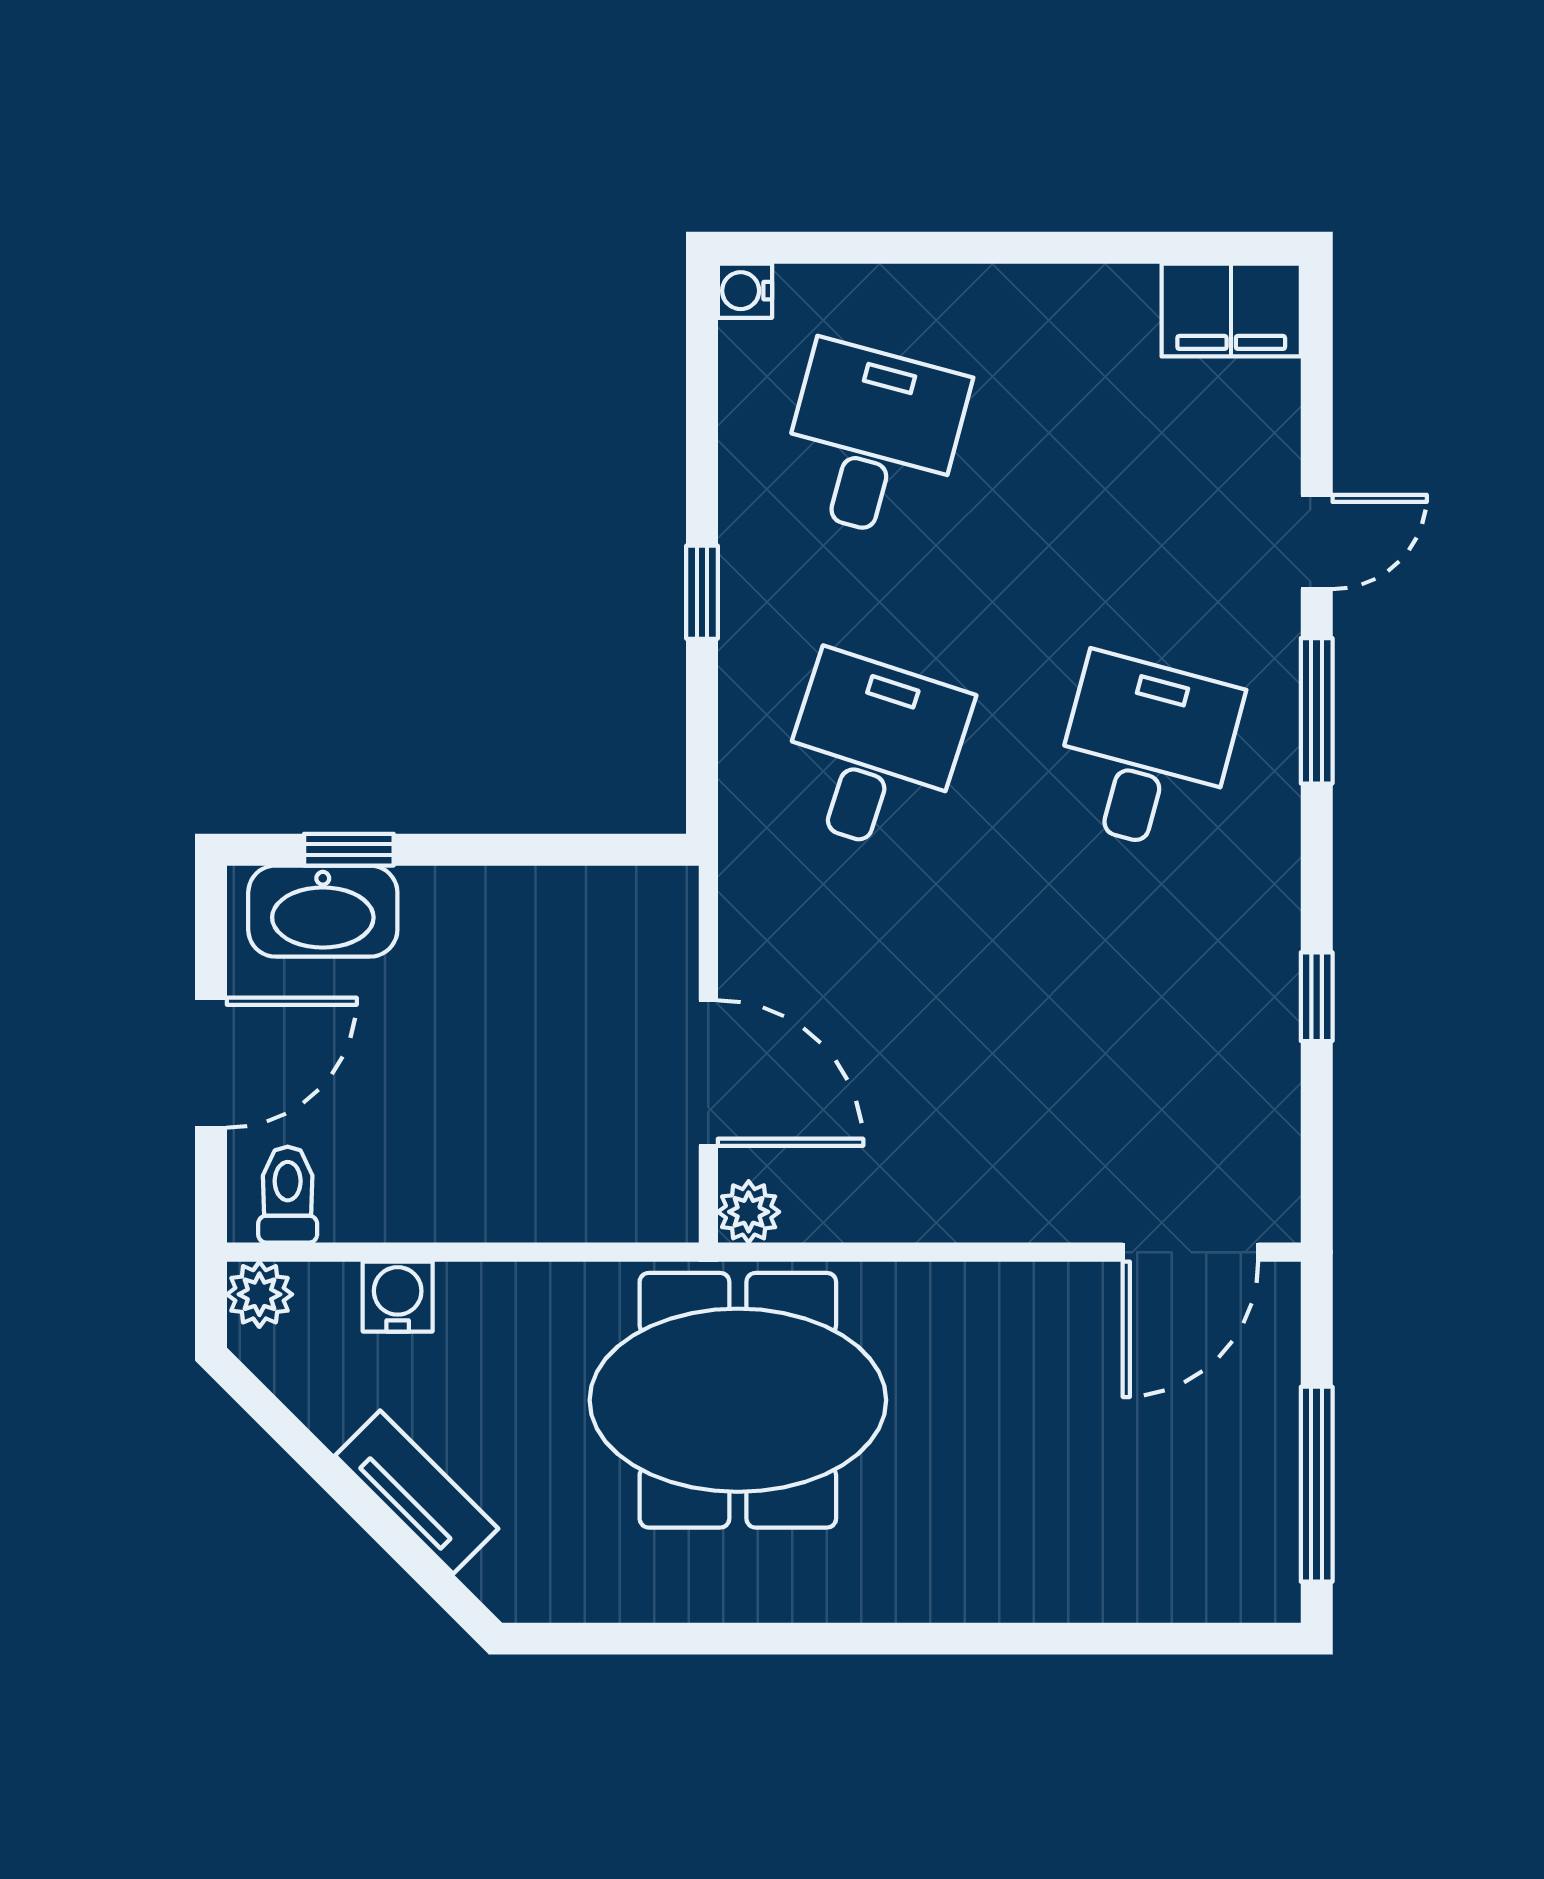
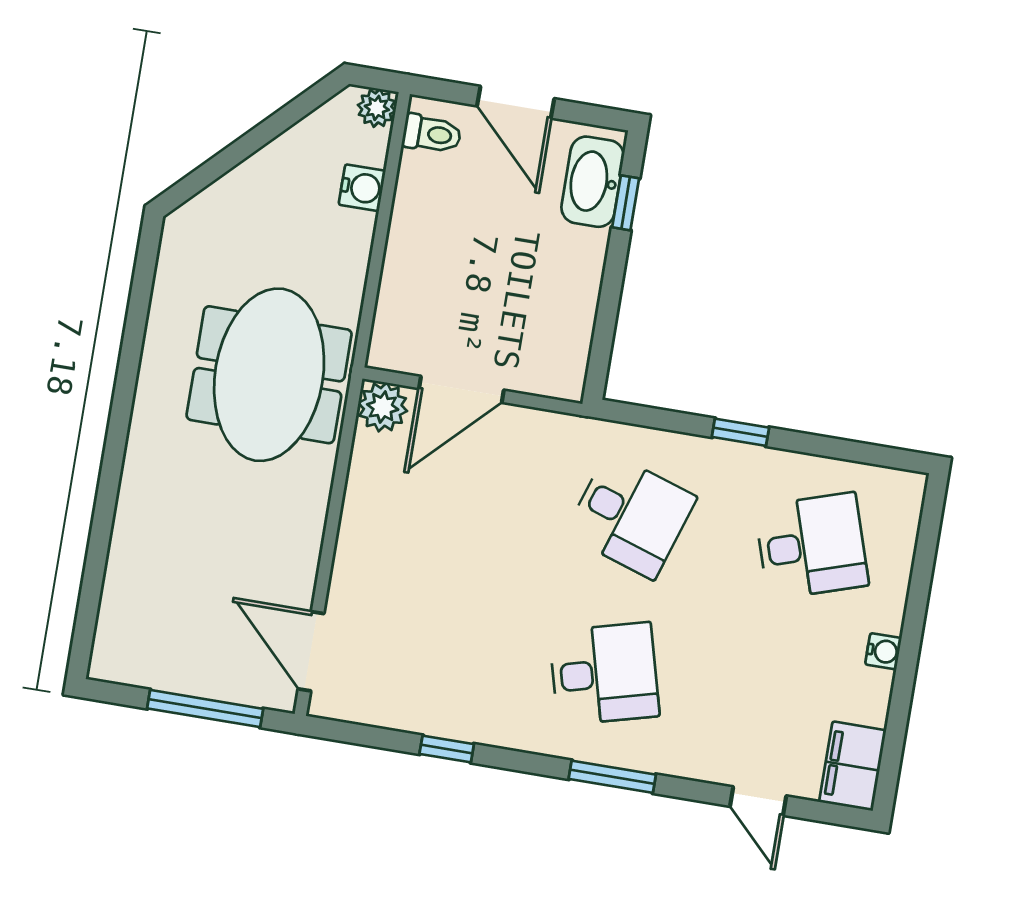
water cooler: (745, 291) -> (883, 651), moved, turned 90
desk: (873, 441) -> (812, 546), turned -33
door: (1317, 542) -> (758, 801), moved
desk: (1146, 753) -> (604, 674), turned -30
plant: (749, 1212) -> (383, 407), width x1.38, depth x1.38
window: (1317, 1484) -> (205, 709), moved
tv unit: (417, 1492) -> (247, 180), removed

